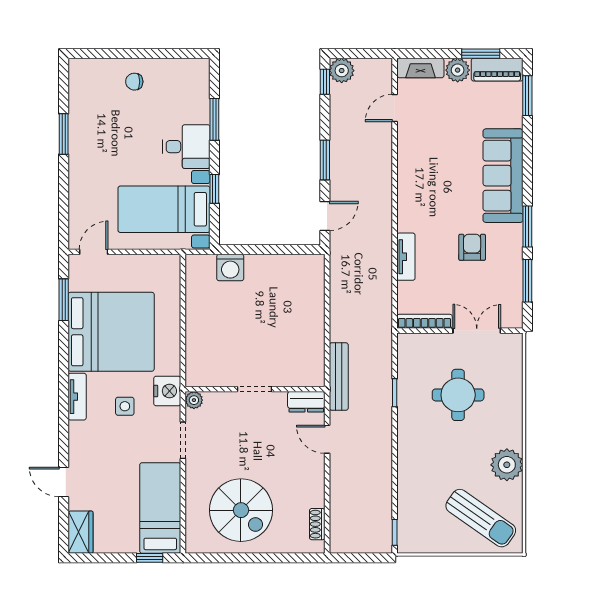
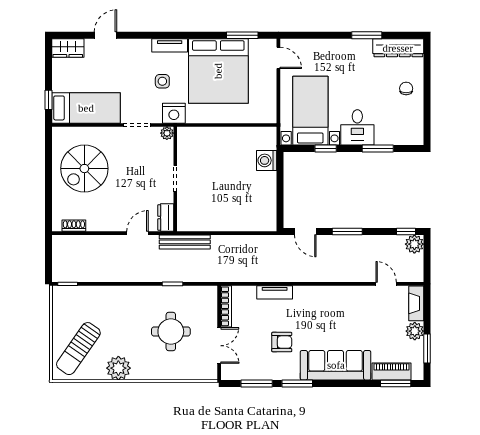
piano: (497, 70) -> (391, 372), moved, turned 90
dresser: (80, 92) -> (398, 48), added

